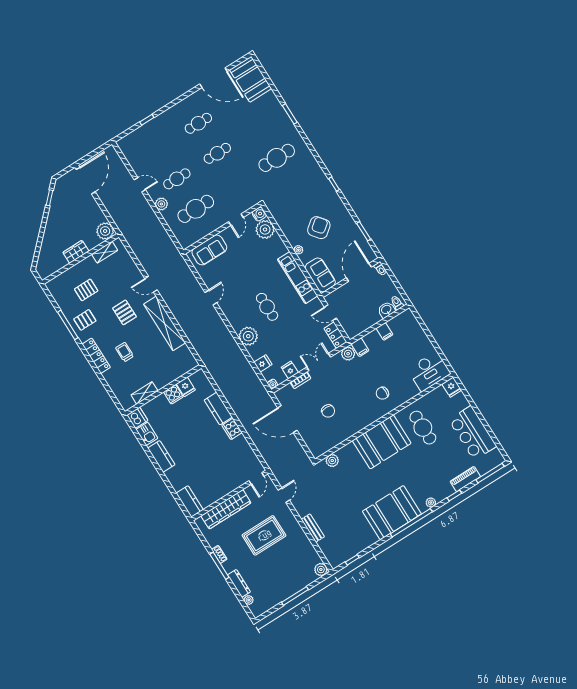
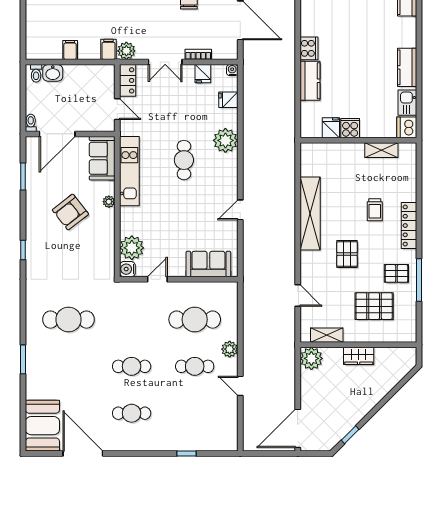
door: (151, 284) -> (298, 295), moved
pallet: (86, 290) -> (374, 306), width x1.50, depth x1.42

